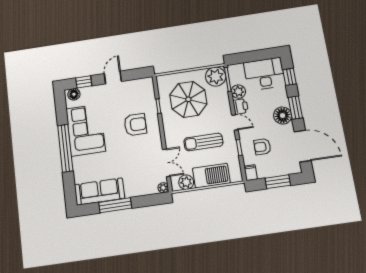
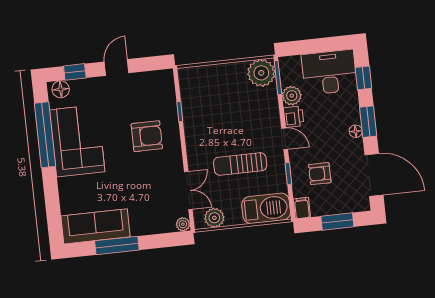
parasol: (188, 99) -> (222, 104), removed
floor lamp: (283, 116) -> (356, 131), width x0.53, depth x0.53
window: (65, 148) -> (45, 135), moved
barbecue: (211, 176) -> (266, 208), moved

